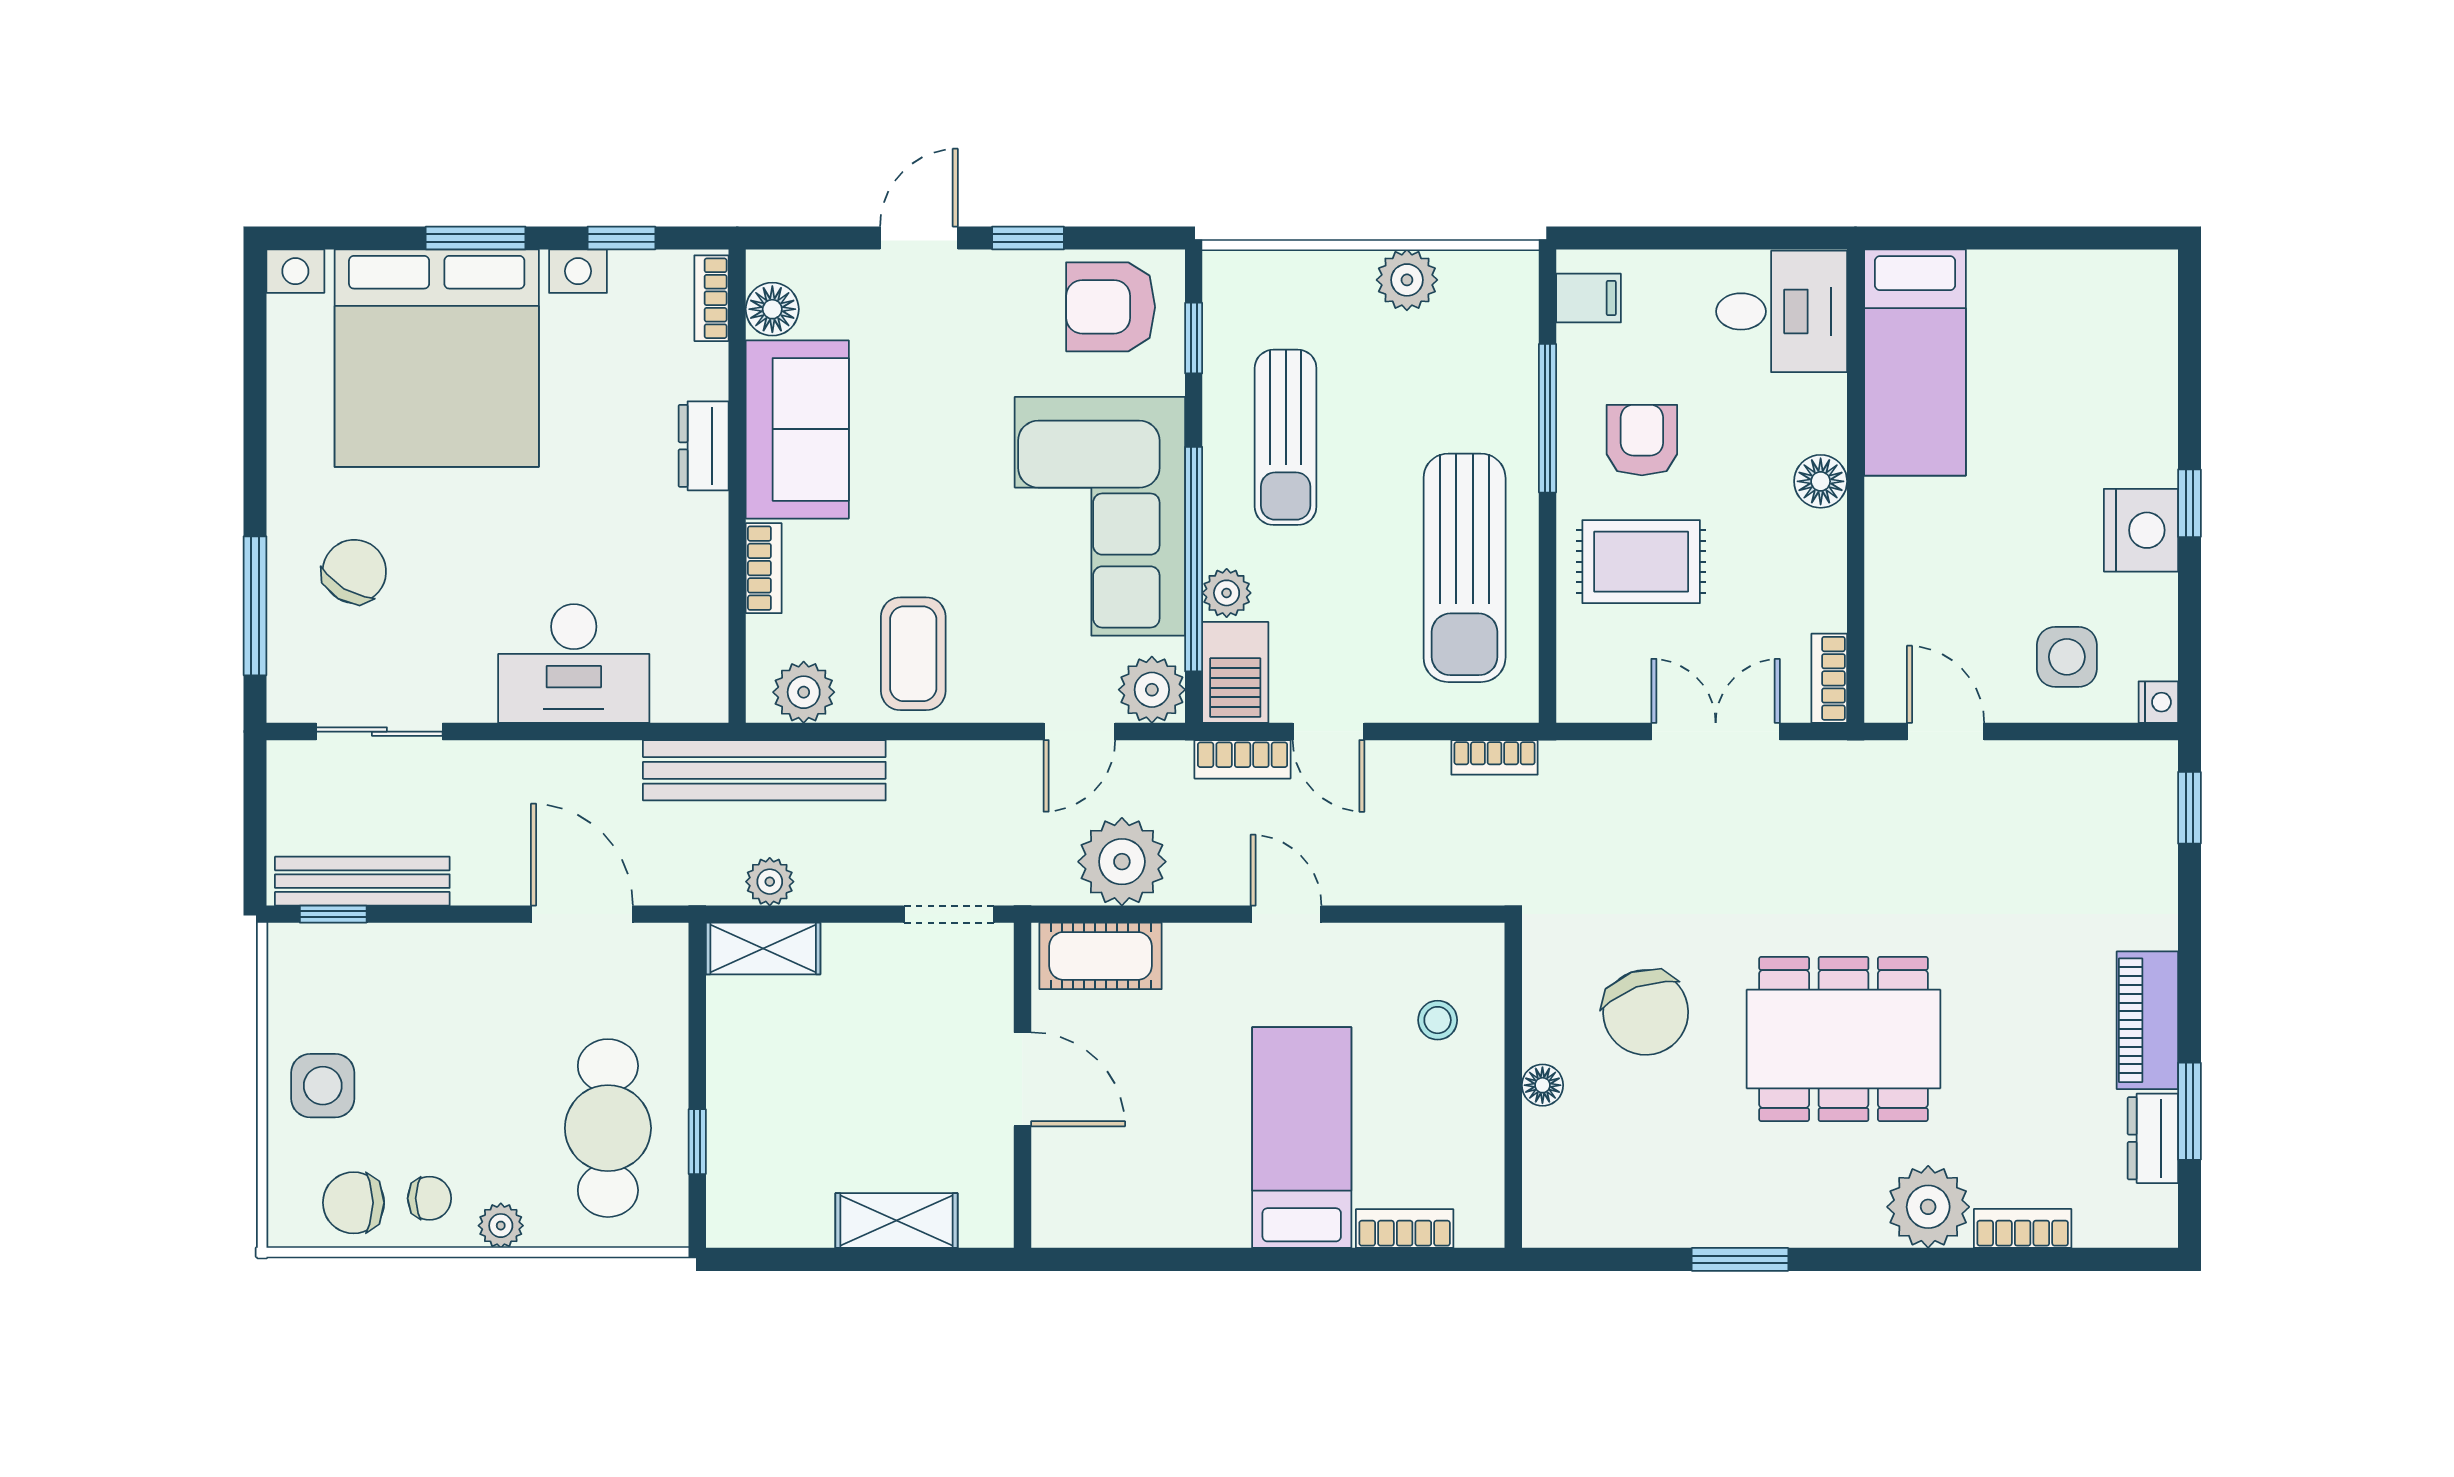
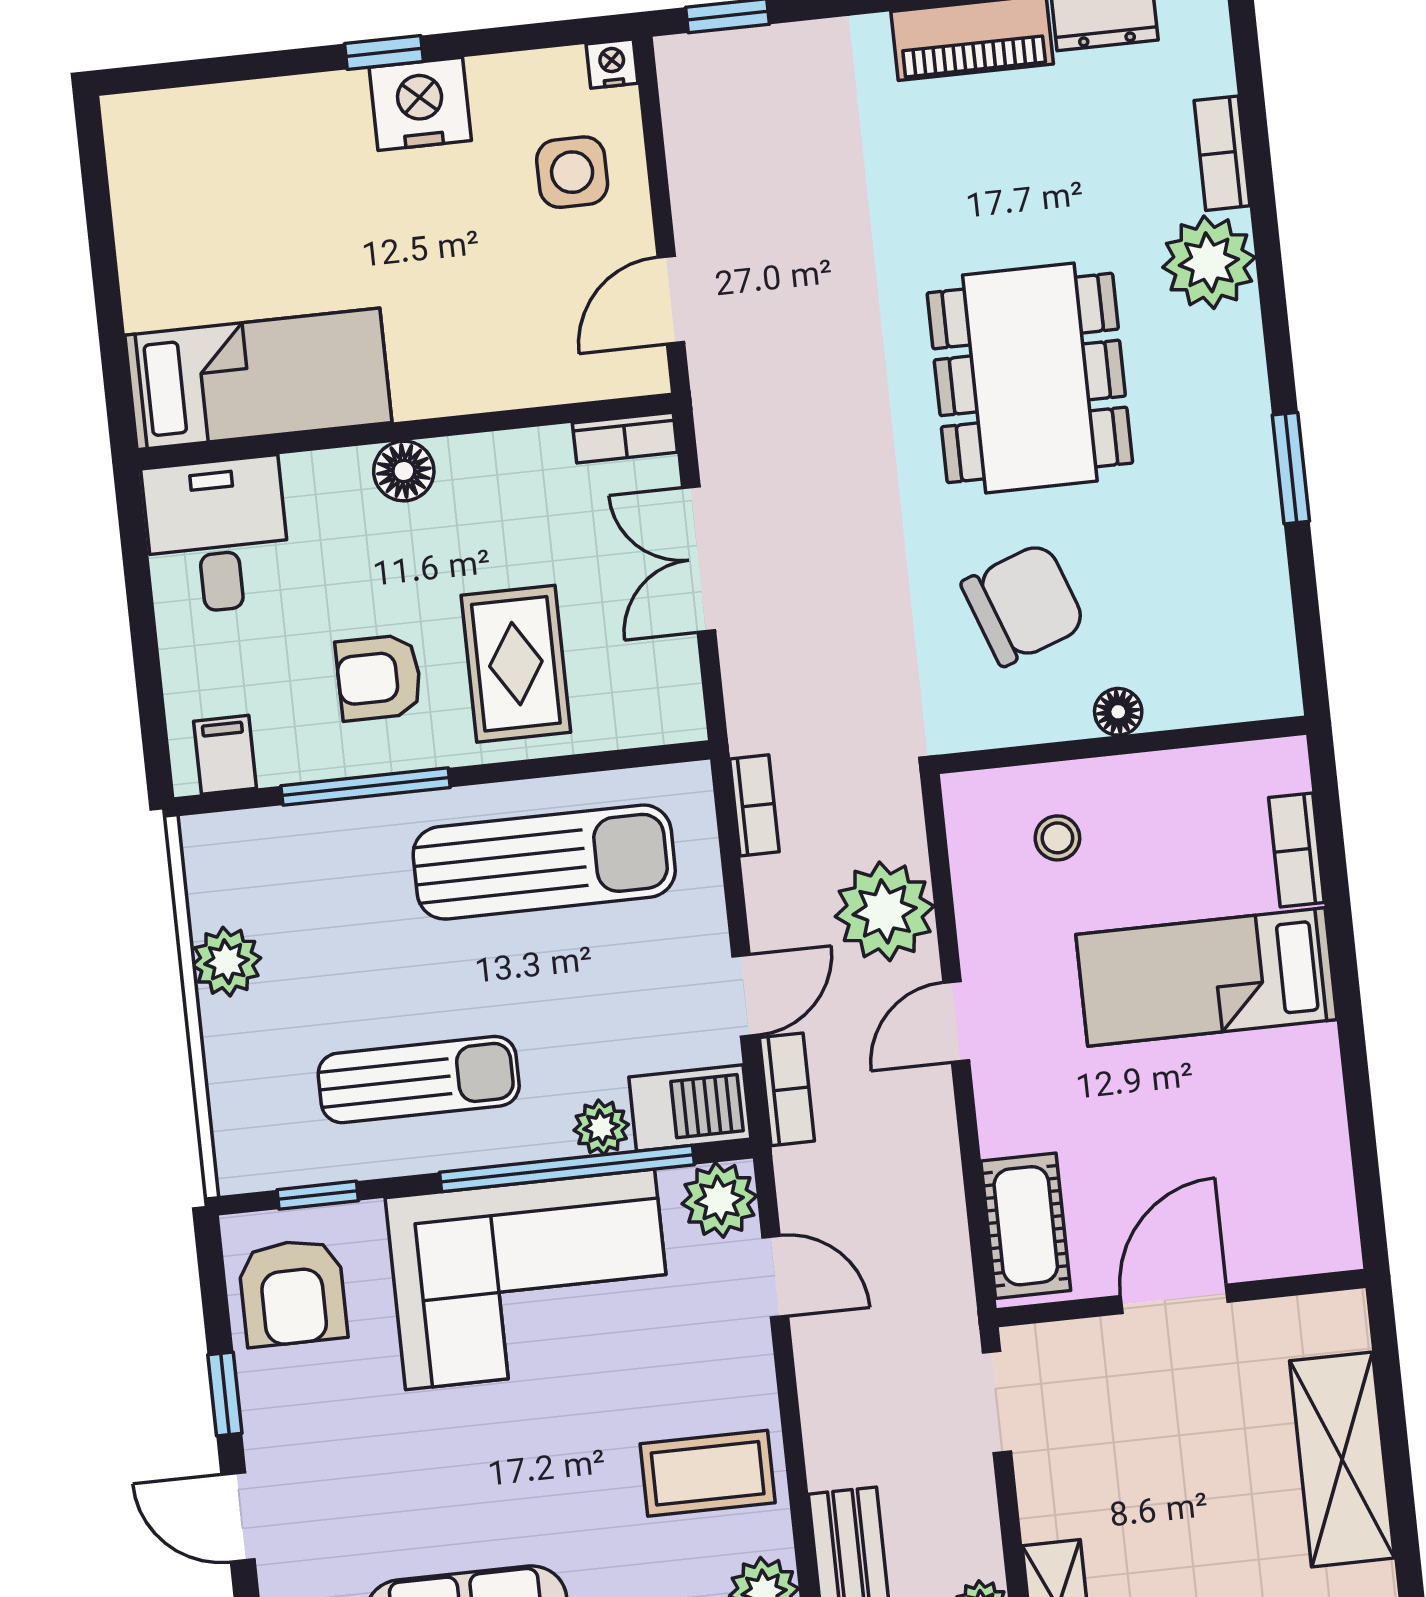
plant: (1122, 862) -> (885, 911), moved
shelving: (896, 1221) -> (1342, 1459), width x1.50, depth x1.33

